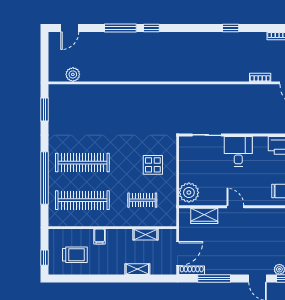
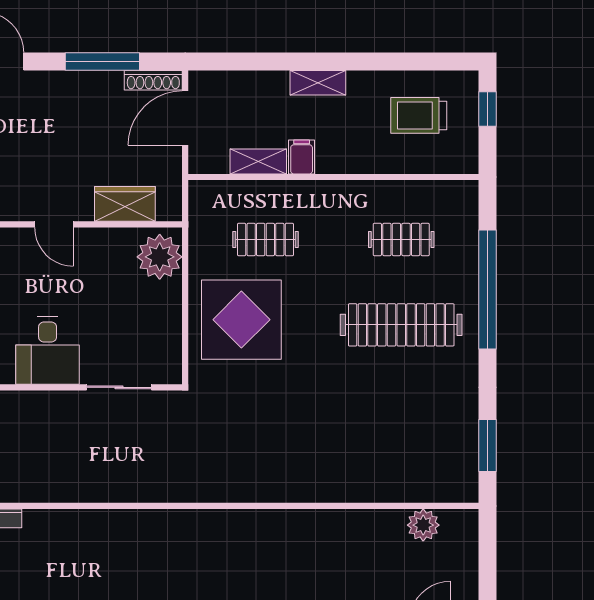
display table: (153, 165) -> (241, 320), width x1.86, depth x1.86
clothes rail: (82, 200) -> (401, 240), width x0.54, depth x0.76
filing cabinet: (100, 236) -> (302, 157), moved
shelving: (137, 269) -> (318, 83), moved

